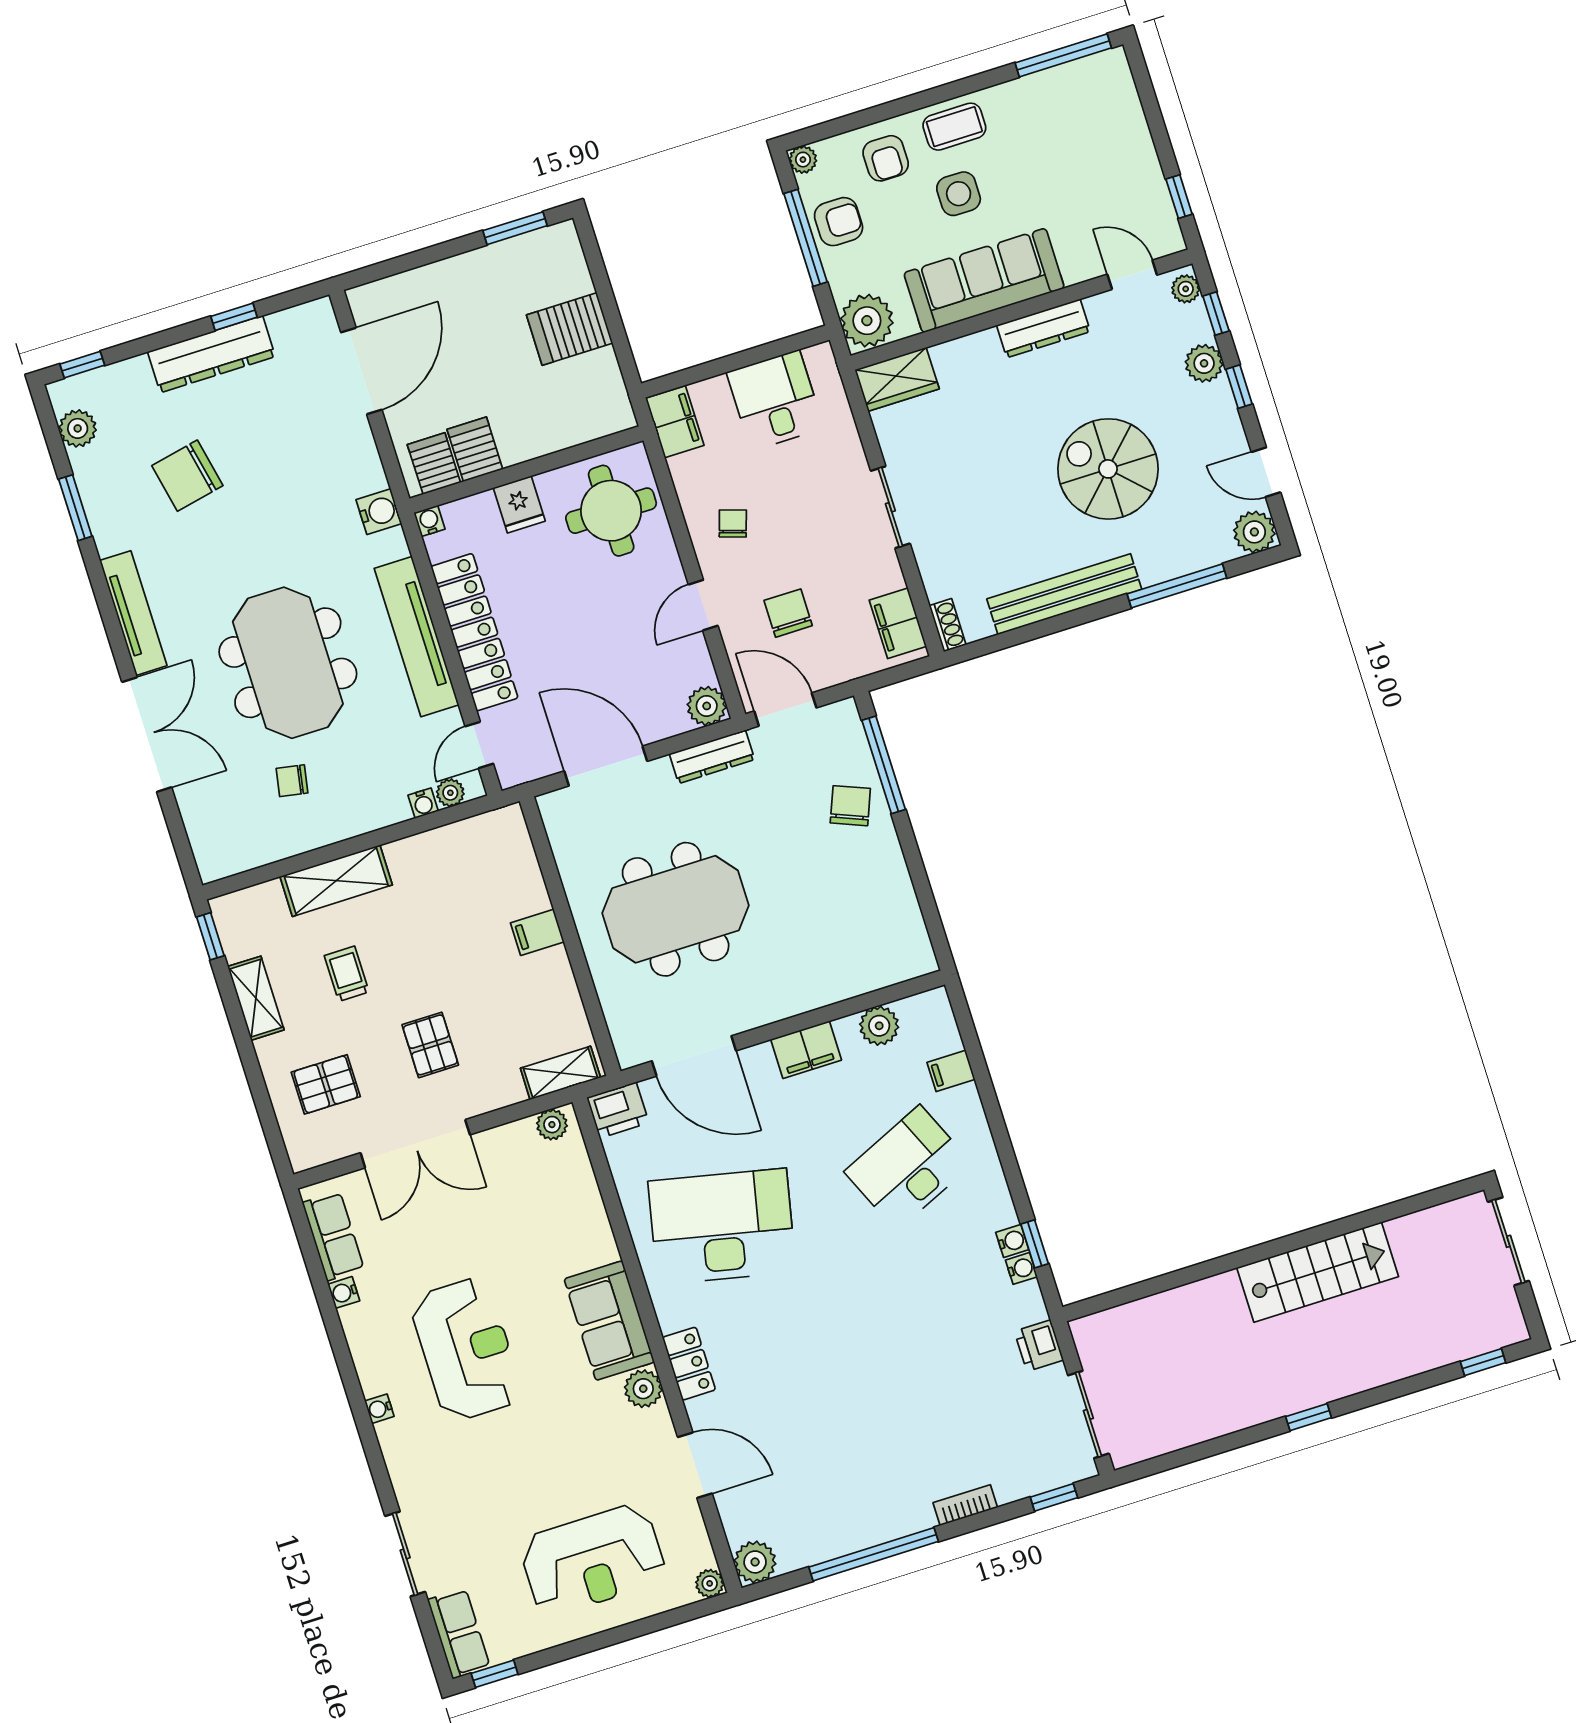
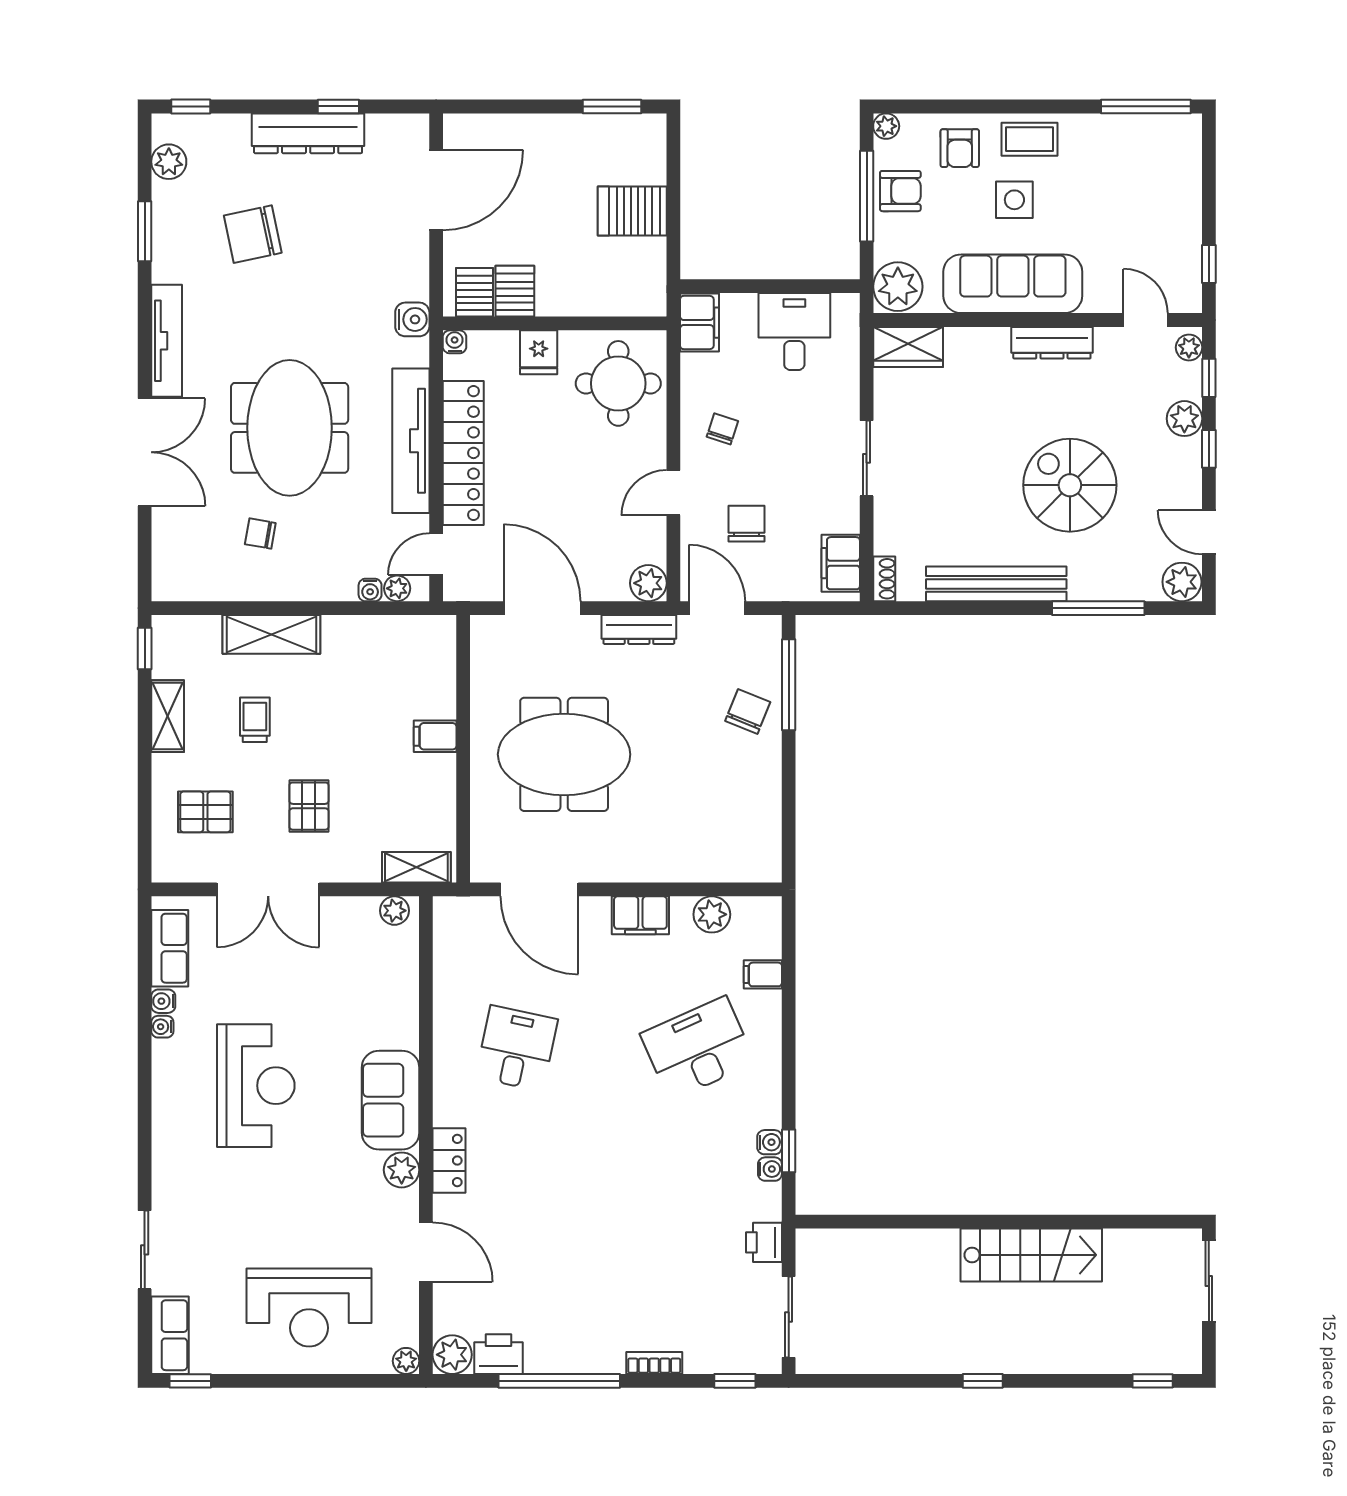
printer: (618, 1110) -> (499, 1354), moved, turned 180
desk: (722, 1226) -> (517, 1048), width x0.53, depth x0.77
water cooler: (379, 1409) -> (162, 1027), moved

